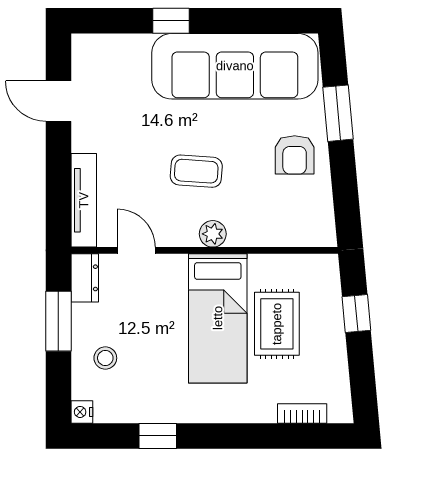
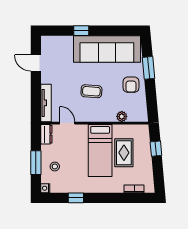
plant: (213, 234) -> (122, 116), moved
window: (58, 321) -> (36, 163), moved

